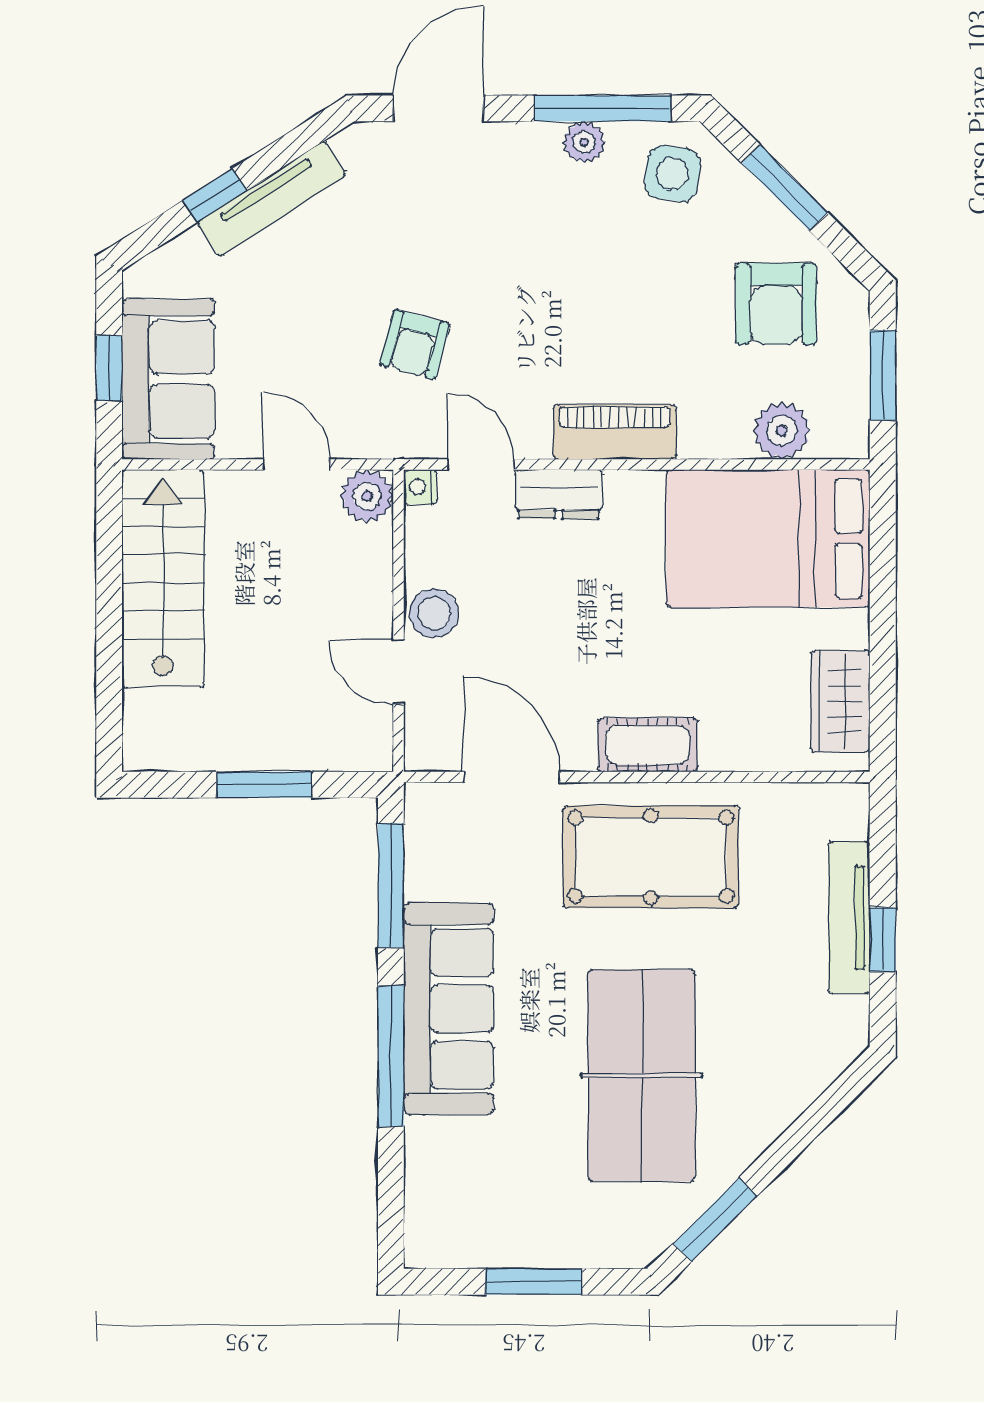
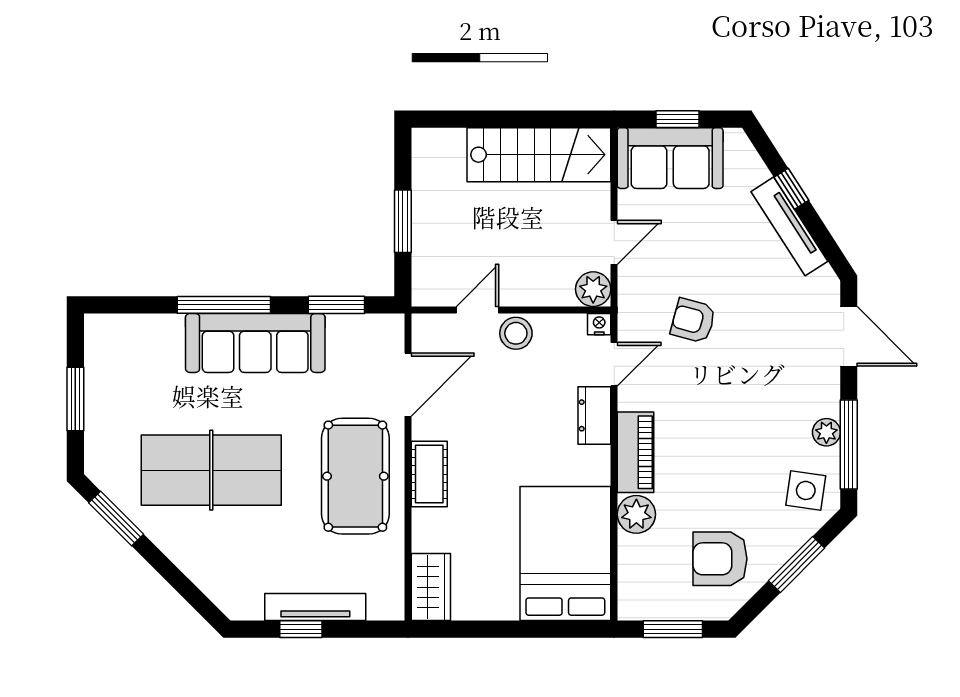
plant: (782, 431) -> (636, 514), moved
wardrobe: (840, 701) -> (431, 587), moved, turned 90
window: (391, 886) -> (336, 305), width x0.69

